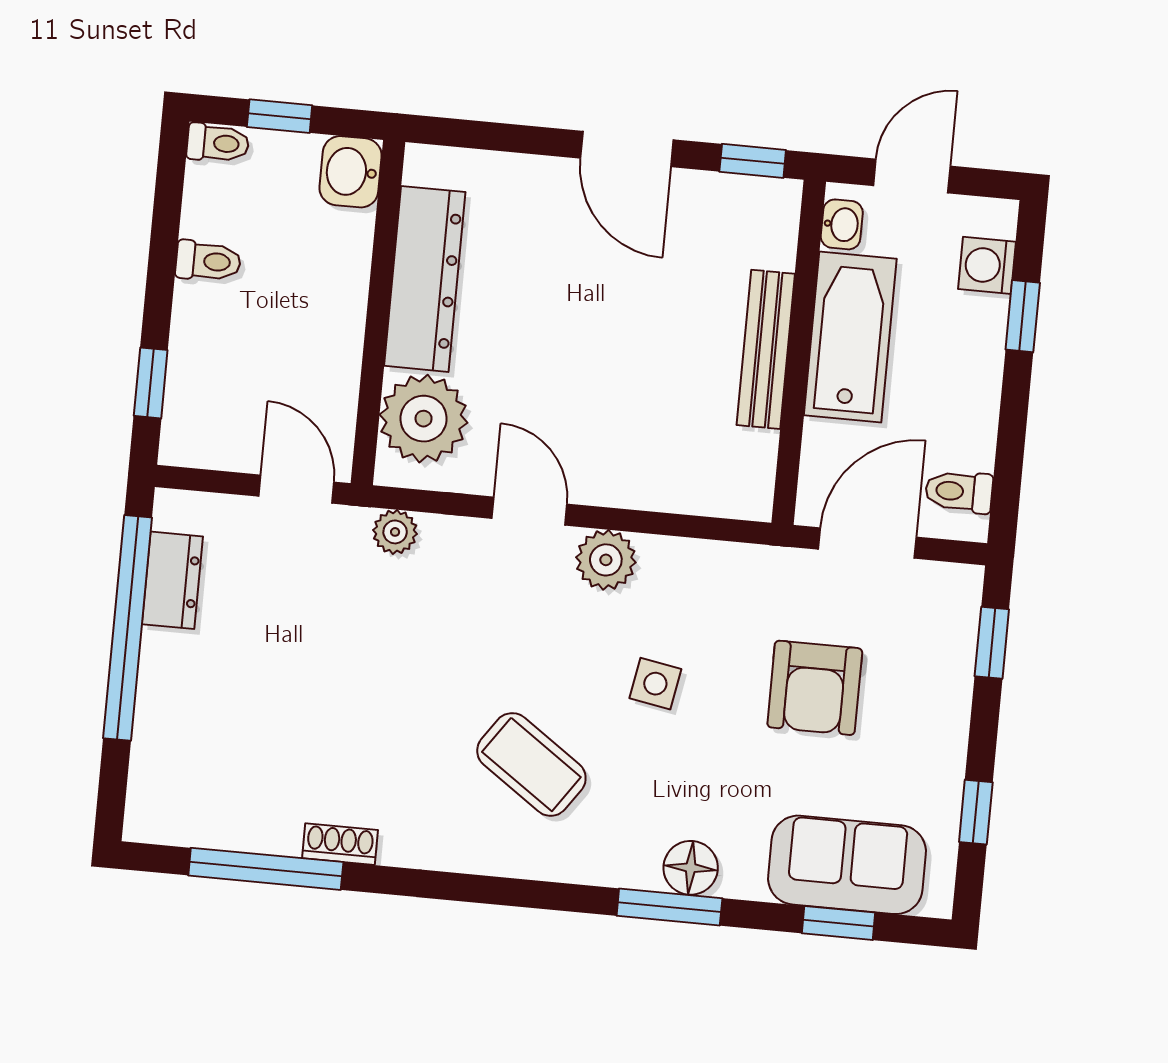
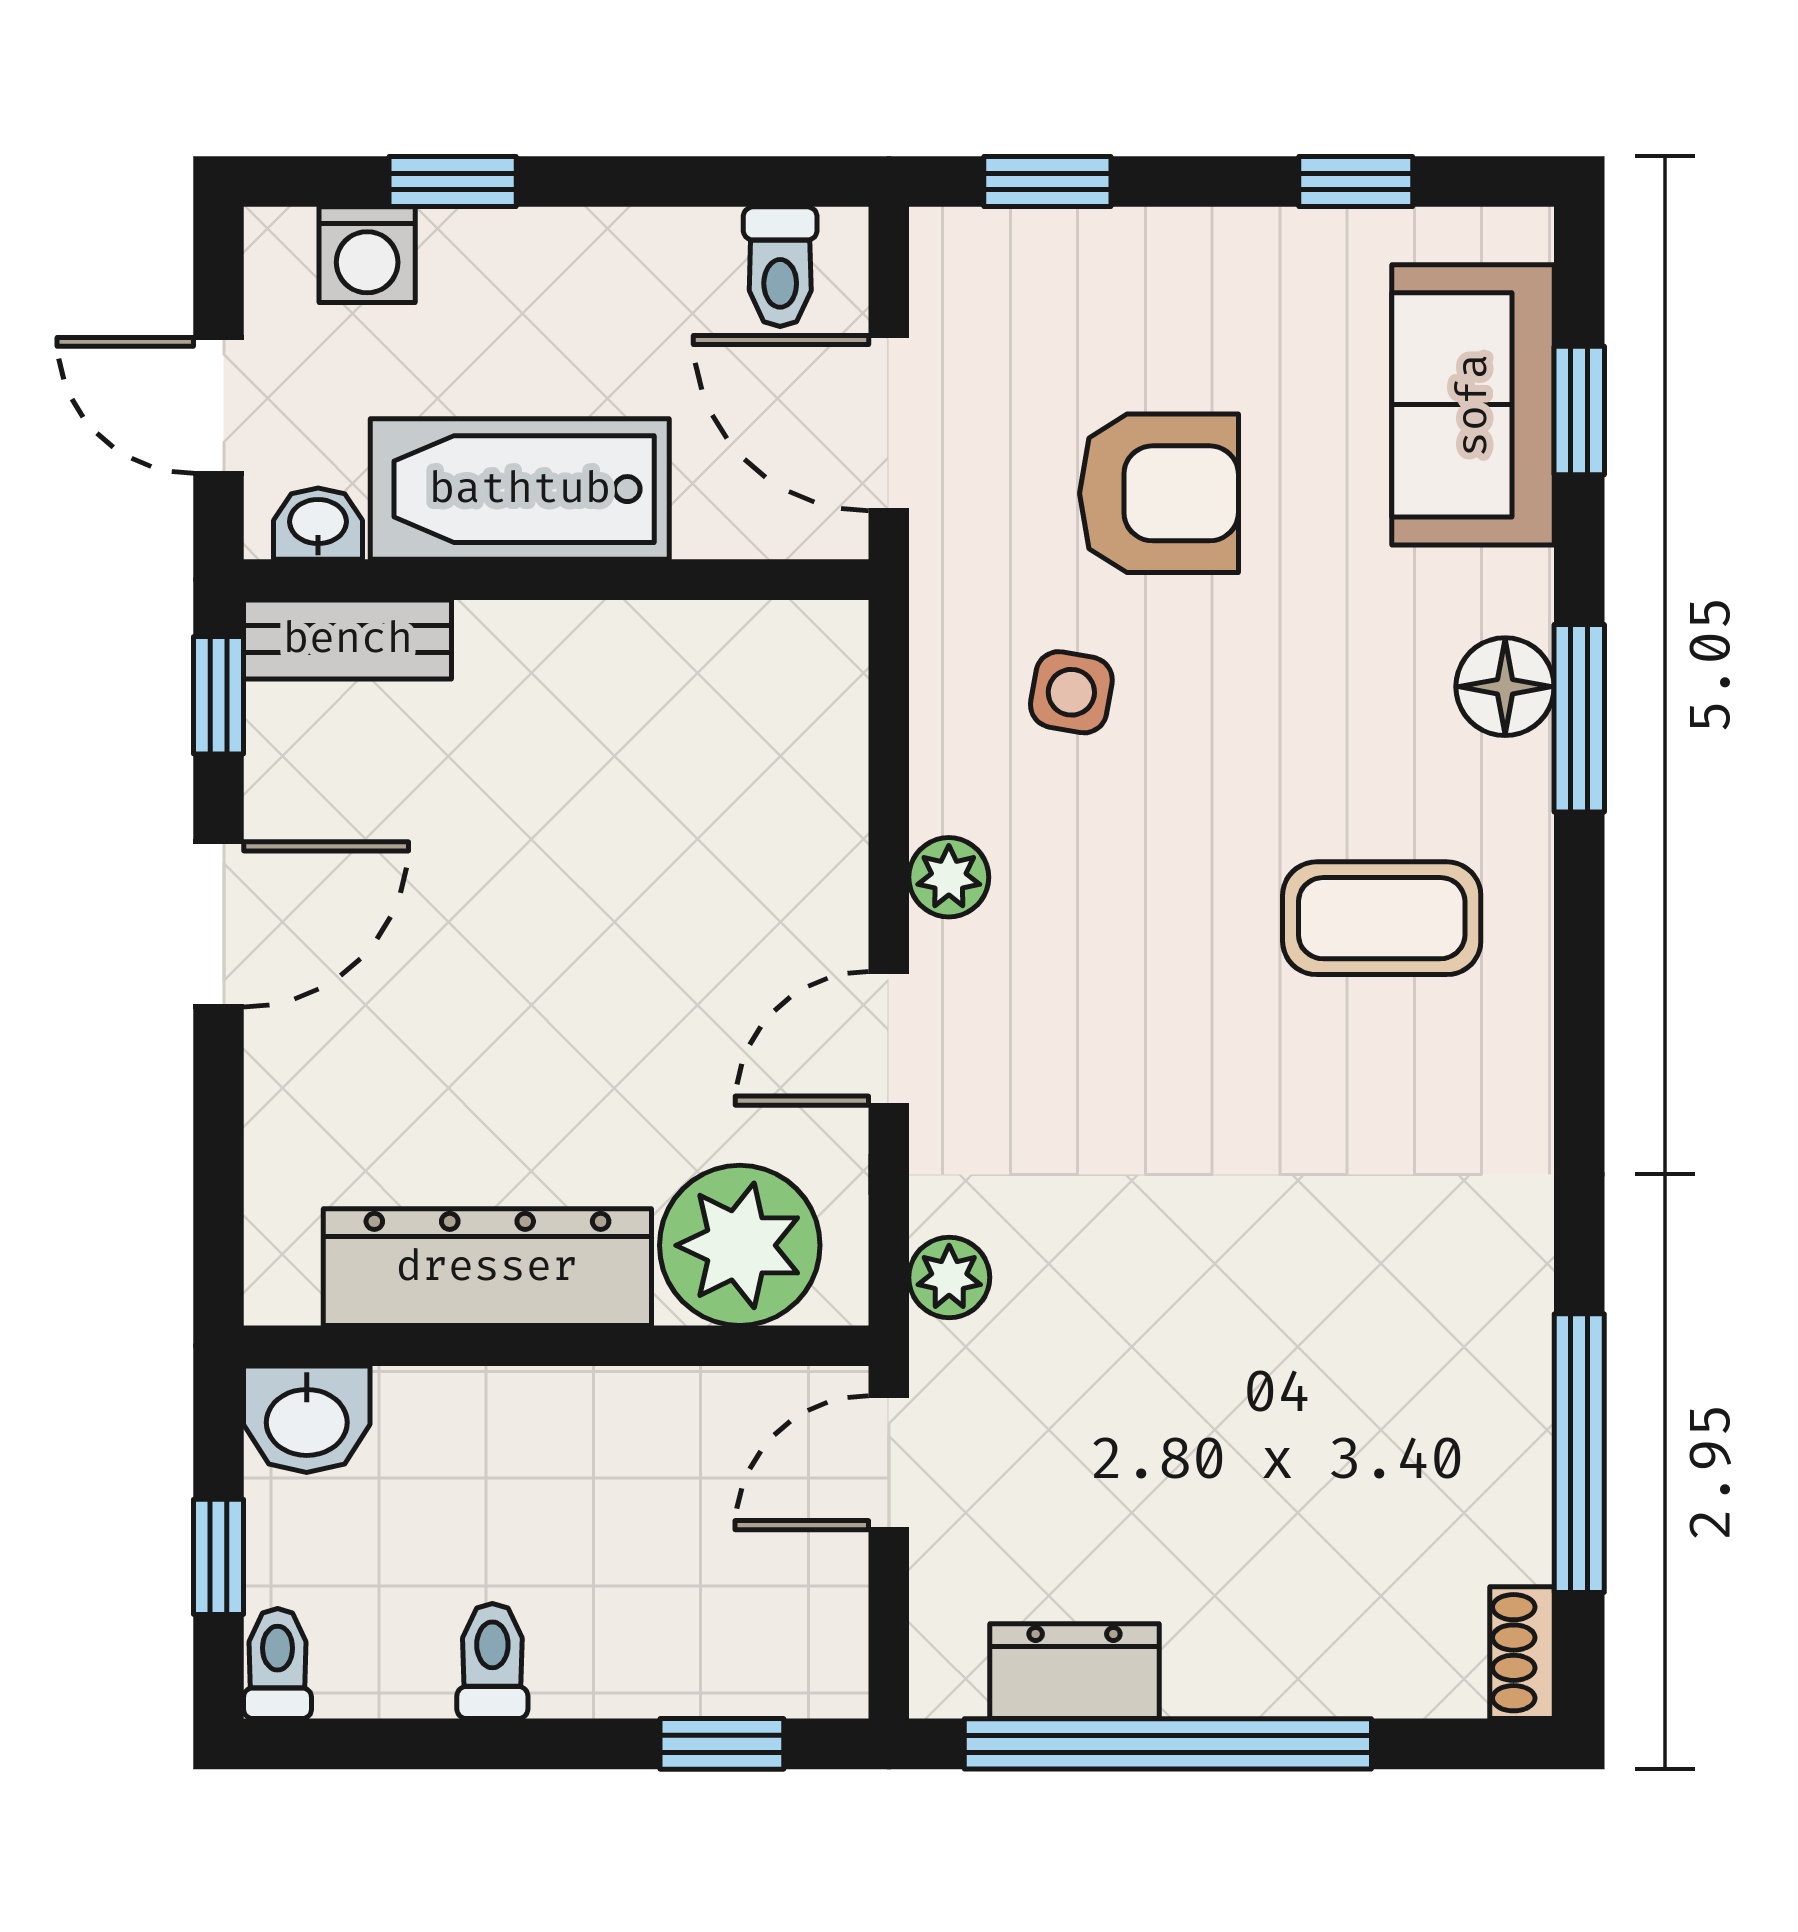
bench: (766, 349) -> (348, 639), moved, width x0.73
plant: (606, 560) -> (949, 877), width x0.73, depth x0.73
side table: (655, 684) -> (1071, 692), moved
coffee table: (531, 764) -> (1382, 918), moved, turned 55
shoe rack: (340, 844) -> (1522, 1653), moved

